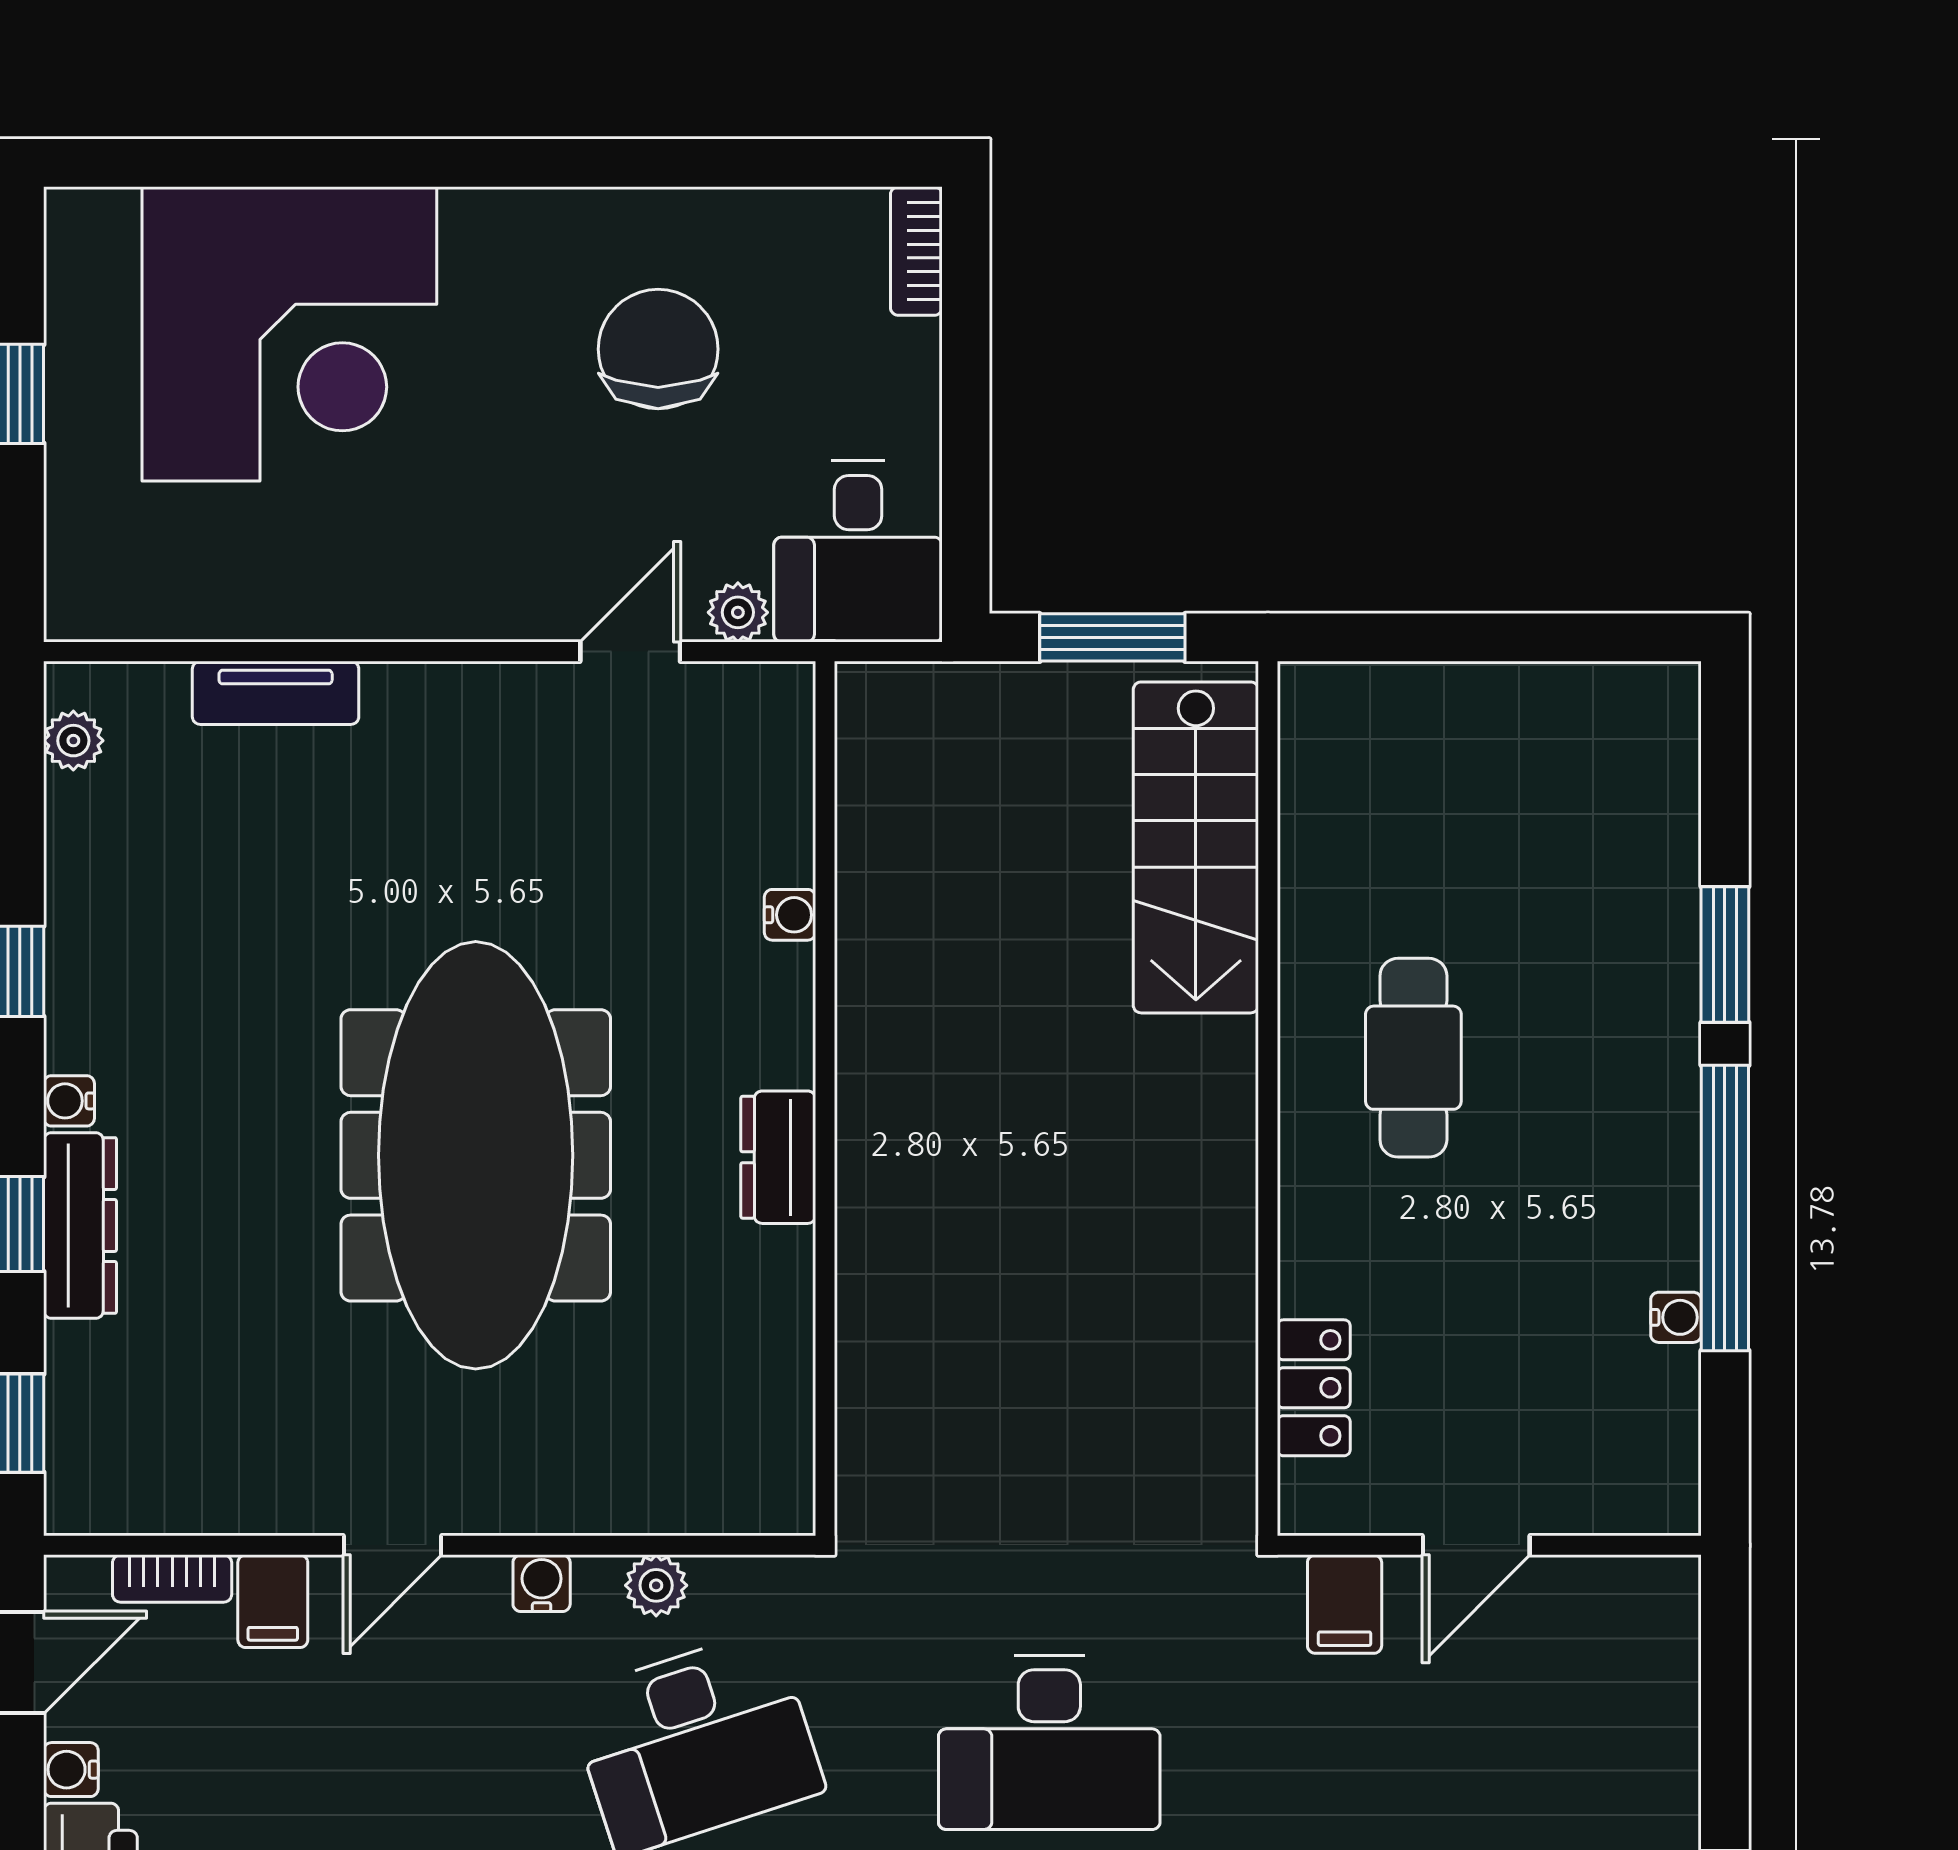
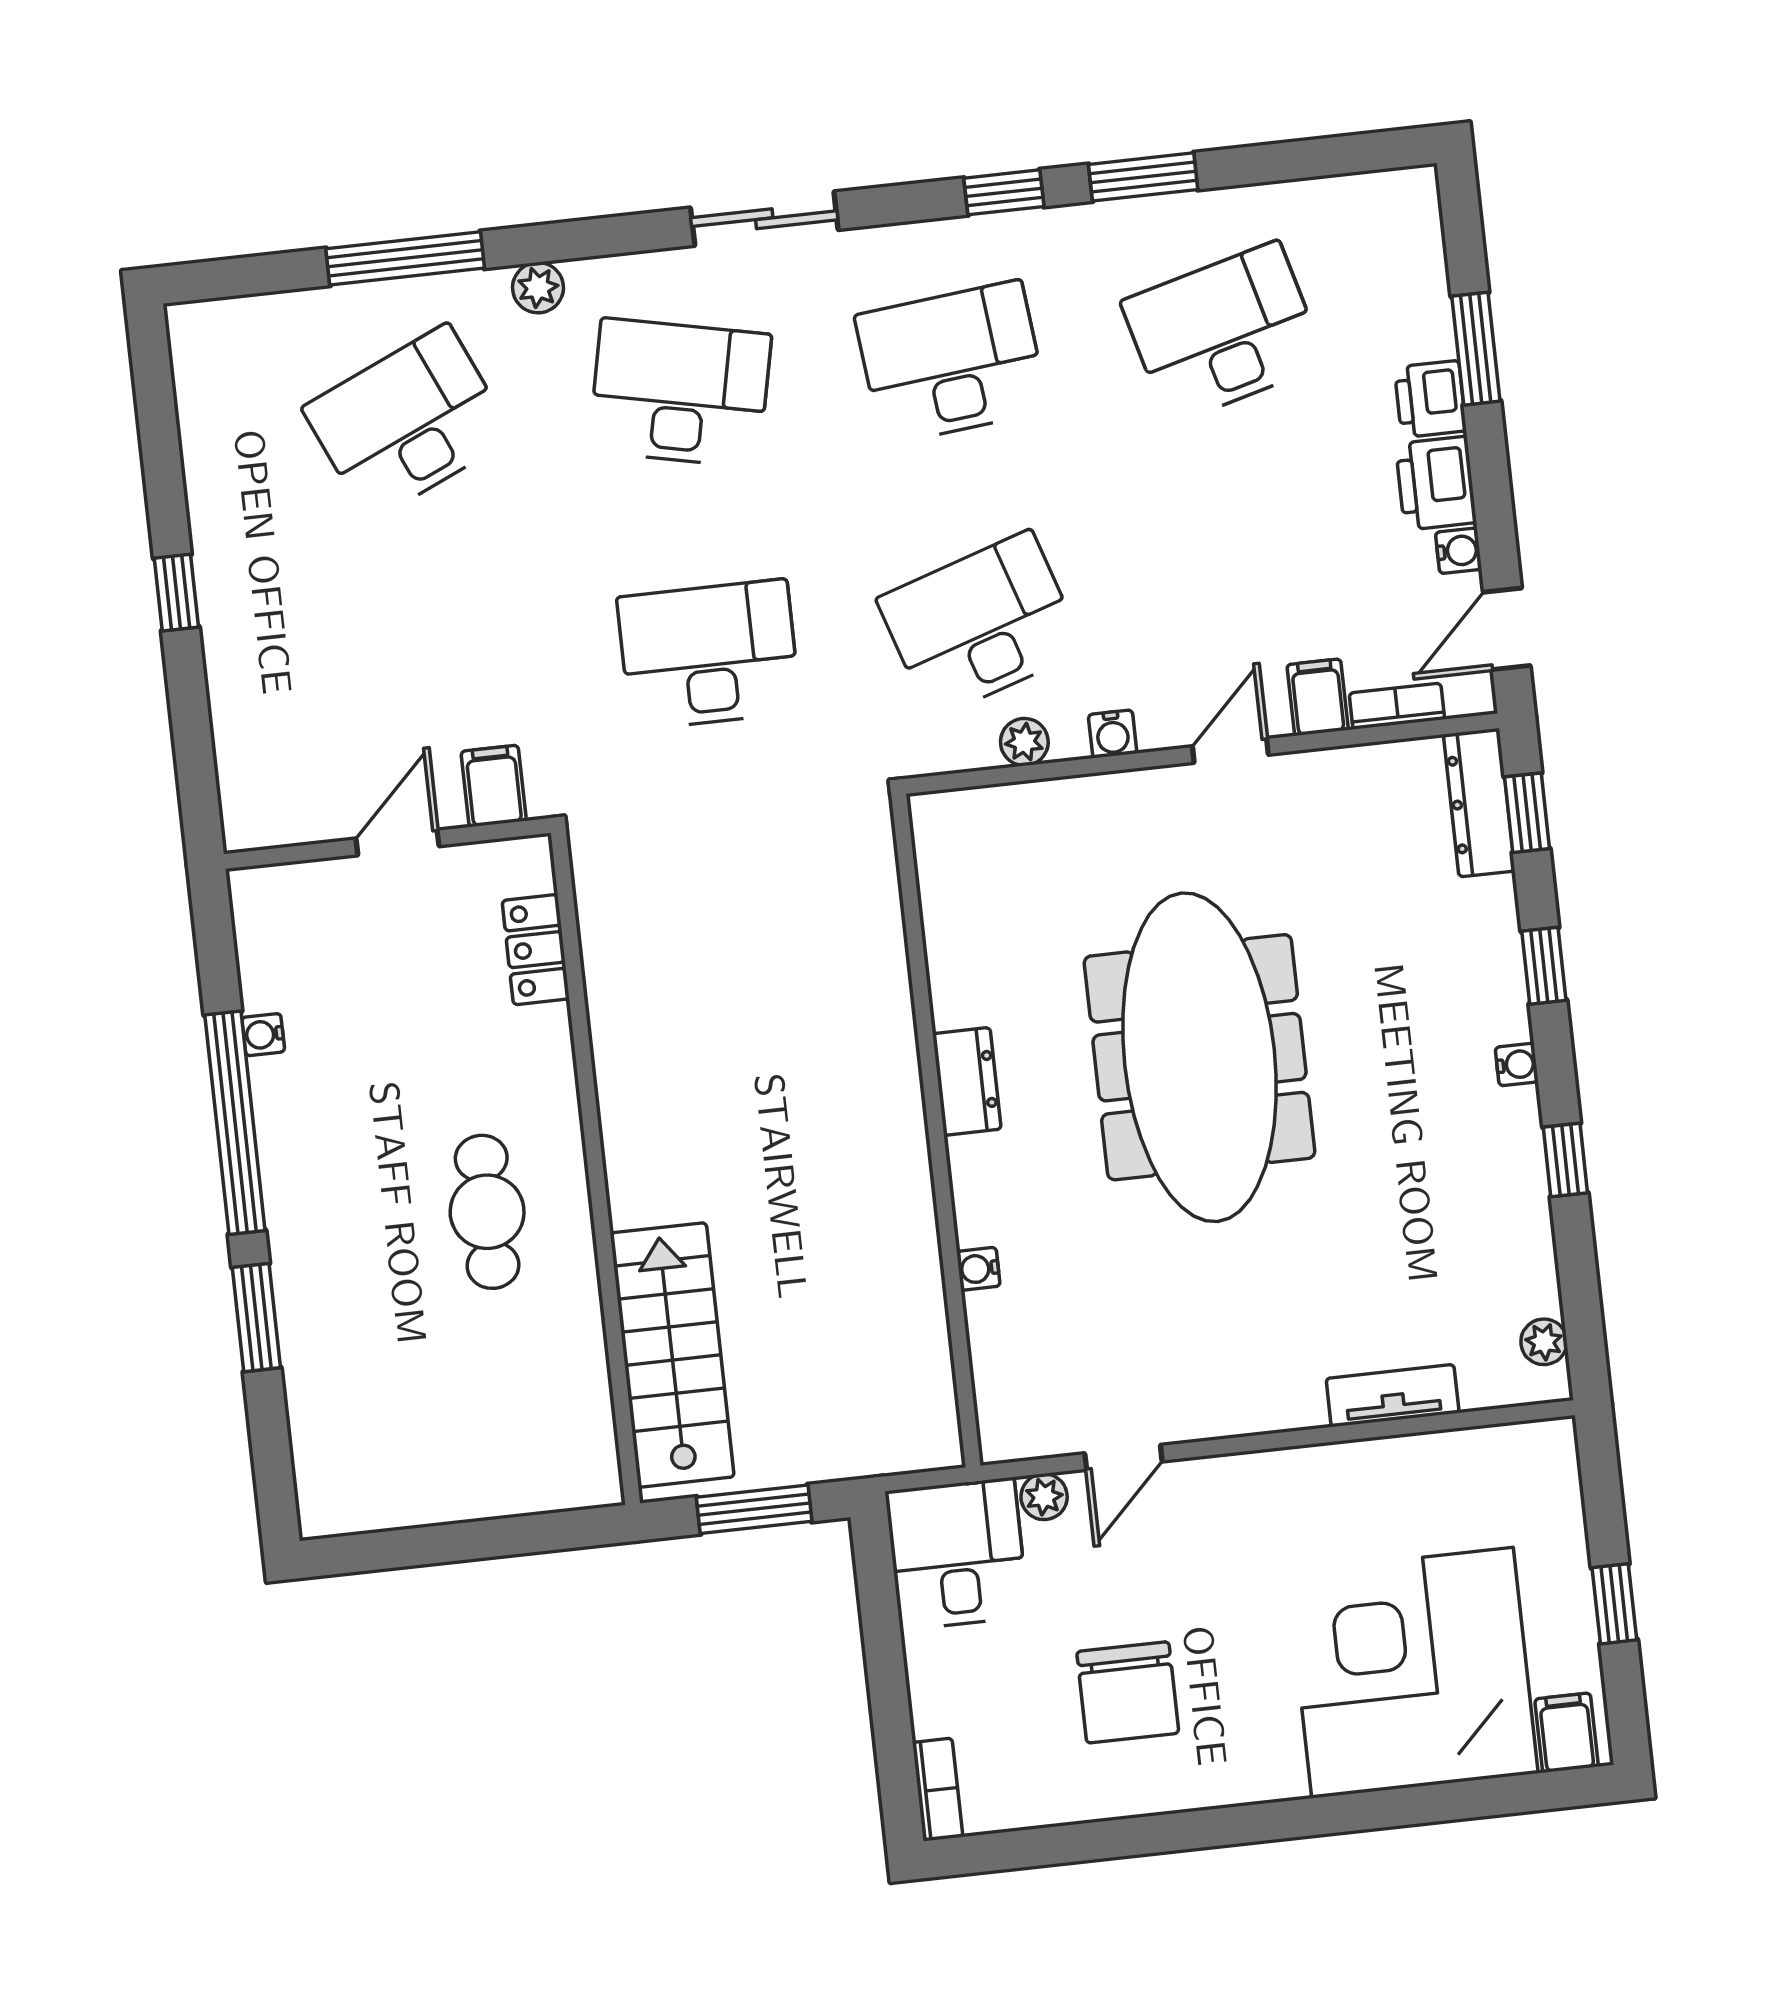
filing cabinet: (100, 235) -> (1567, 1733), added
dresser: (80, 1225) -> (1479, 803), moved

